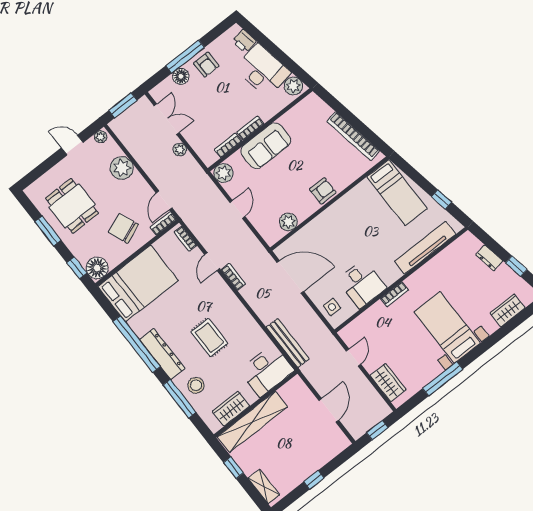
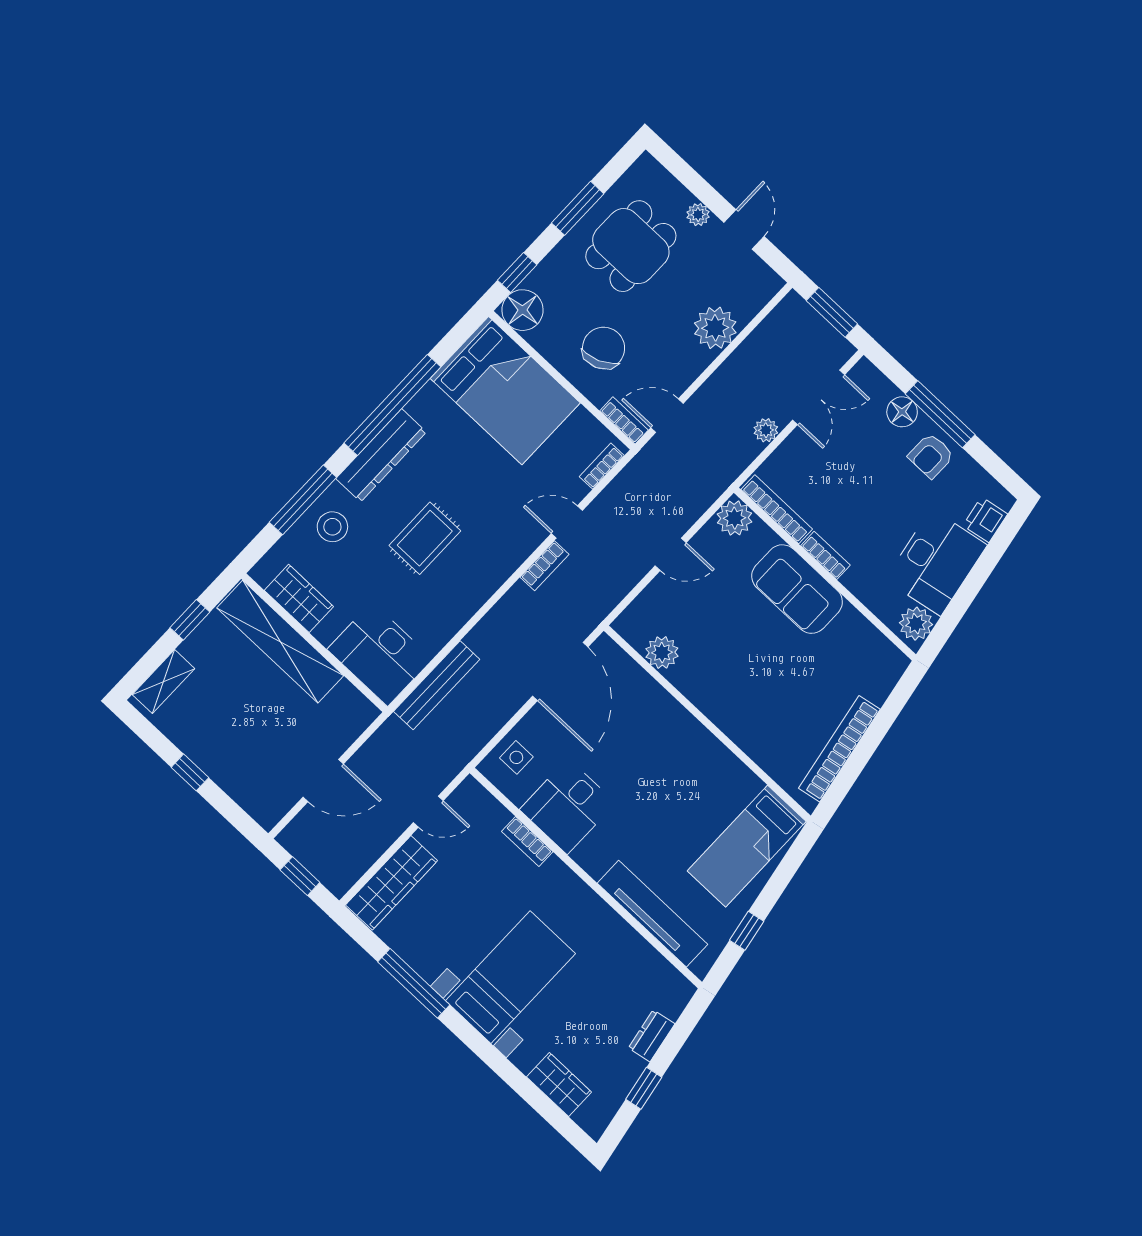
plant: (101, 137) -> (698, 215), moved
bookcase: (228, 145) -> (777, 509), width x1.56
armchair: (323, 191) -> (729, 708), removed
bookcase: (394, 294) -> (527, 842), moved
wardrobe: (388, 382) -> (392, 883), width x1.50

